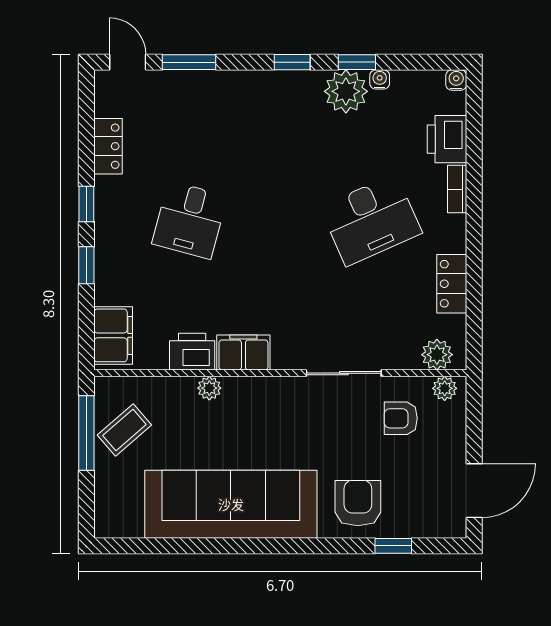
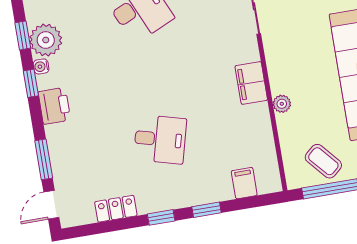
water cooler: (380, 79) -> (41, 66), moved
filing cabinet: (113, 335) -> (244, 183), width x0.50
printer: (192, 352) -> (54, 106), moved, turned 180

